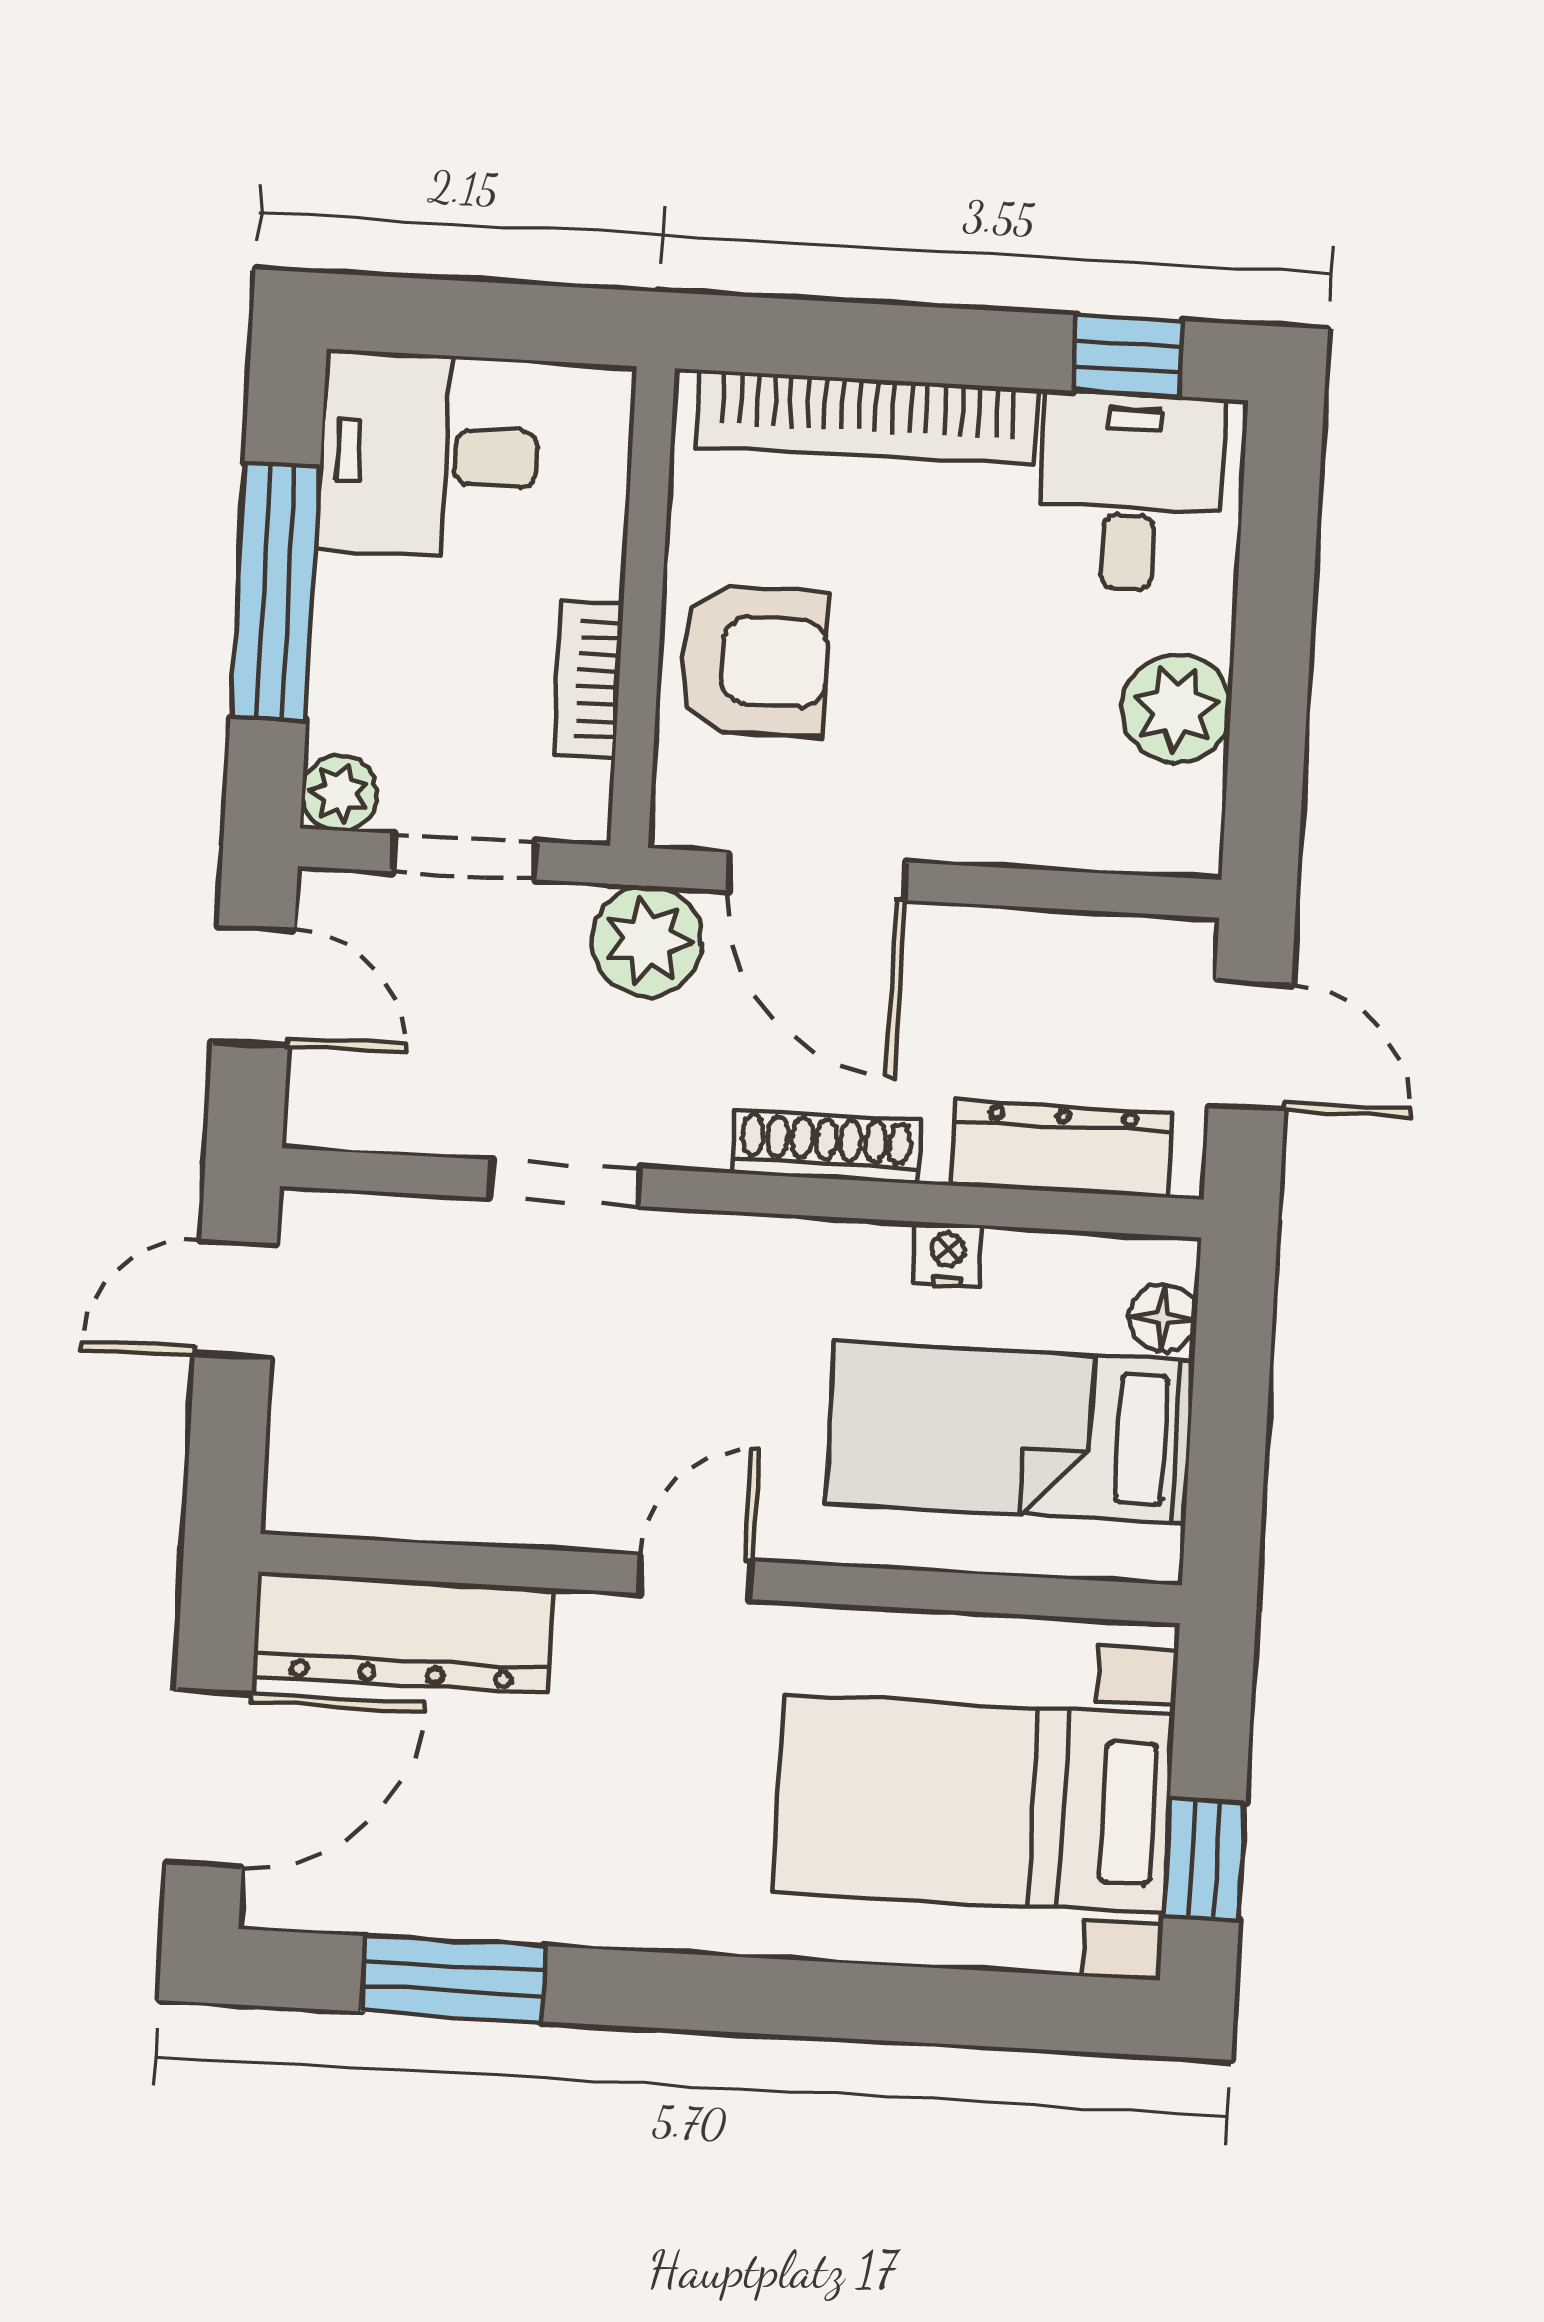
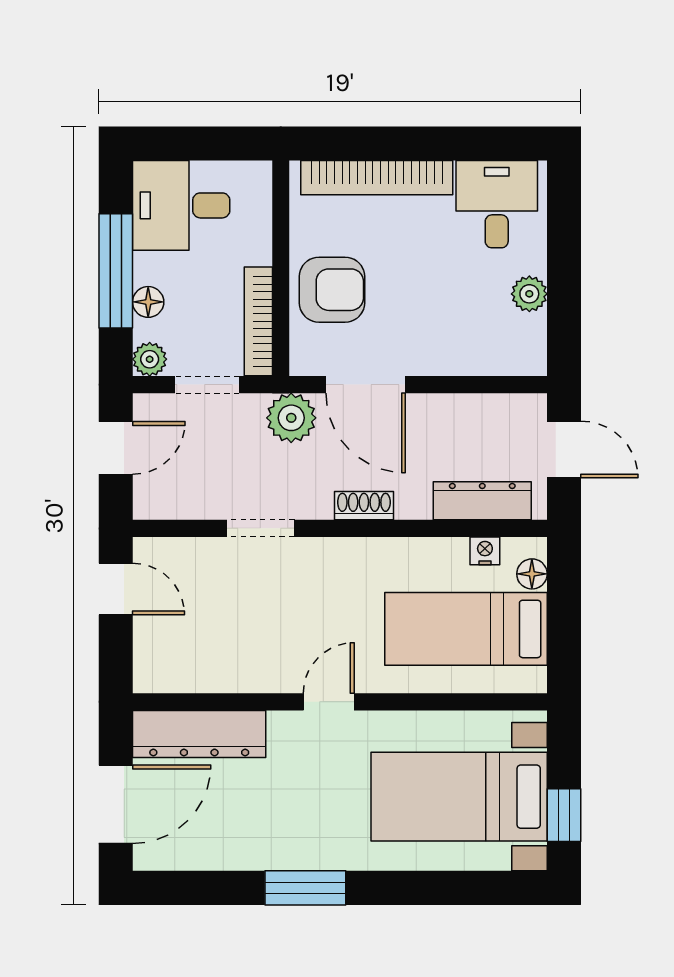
window: (1128, 356) -> (492, 144), removed
floor lamp: (343, 665) -> (148, 302), added
bookcase: (588, 679) -> (258, 321), width x1.56
plant: (1176, 709) -> (529, 294), width x0.73, depth x0.73
door: (253, 986) -> (116, 448), hinge flipped
shoe rack: (826, 1147) -> (364, 506), width x0.70
nightstand: (948, 1254) -> (485, 551), moved
door: (236, 1300) -> (116, 589), swing flipped
window: (453, 1979) -> (305, 888), moved

